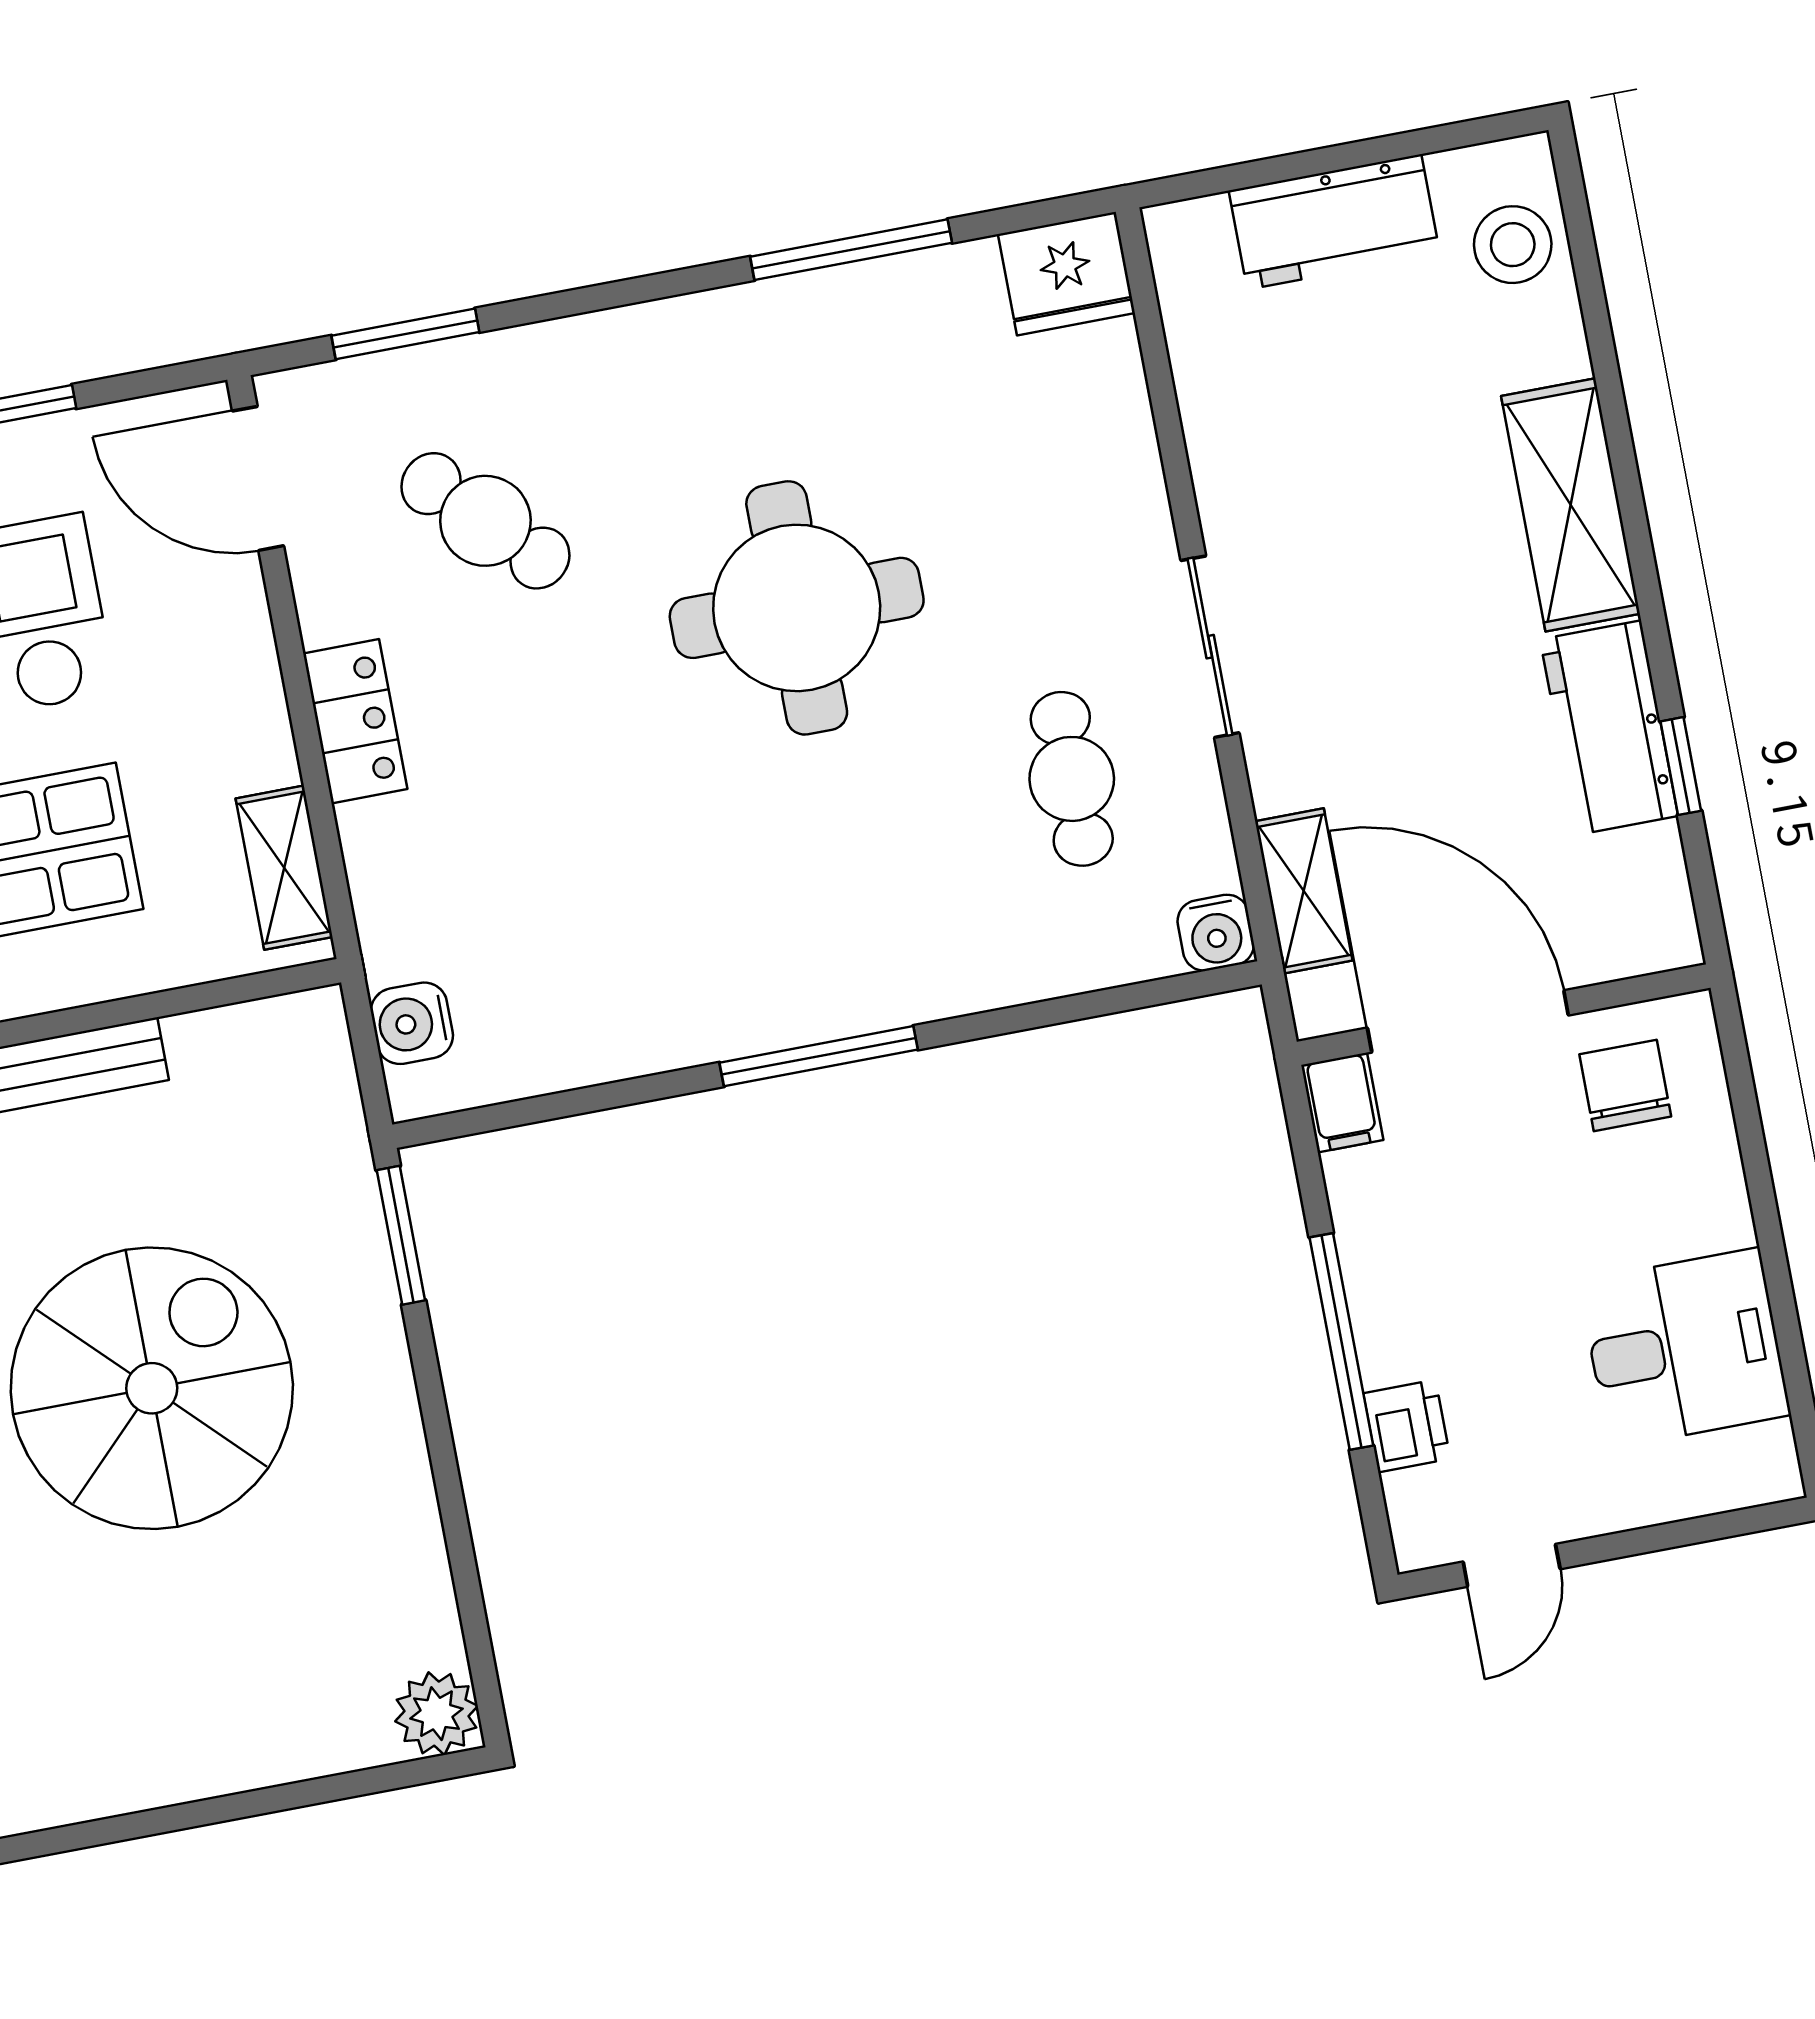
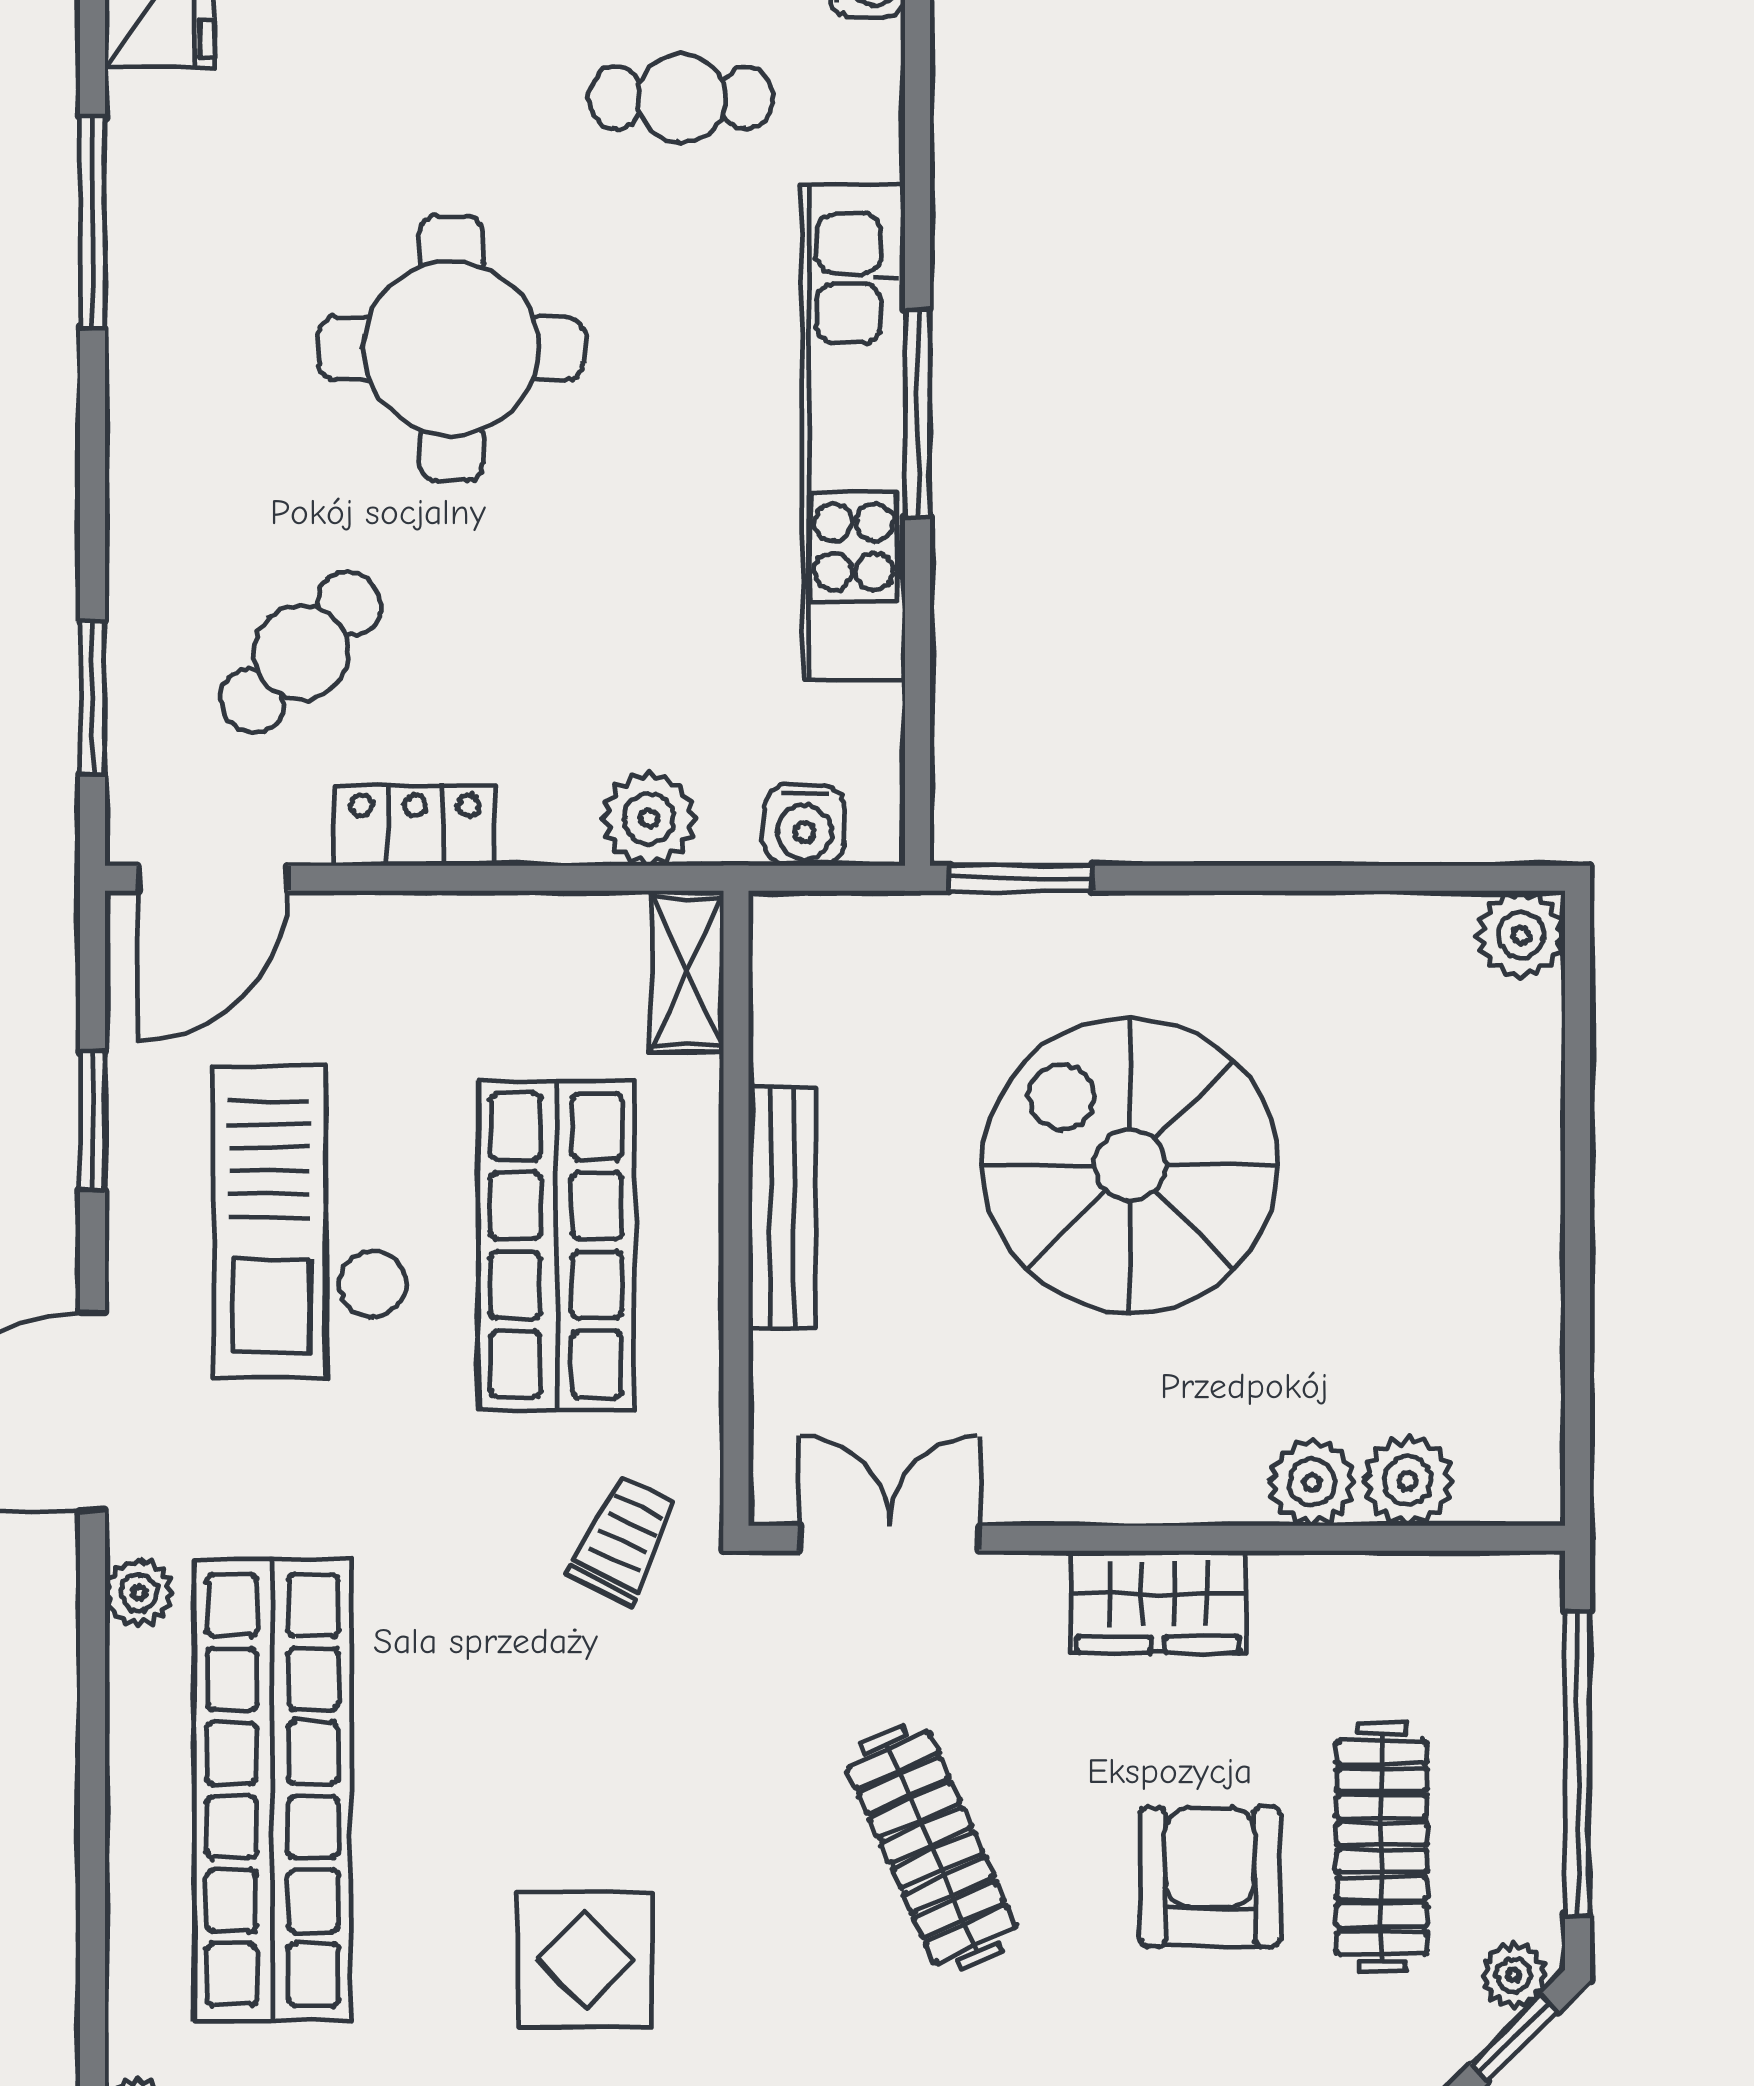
locker: (355, 721) -> (415, 825), moved
shelving: (284, 868) -> (687, 972), moved, turned 90
plant: (391, 876) -> (649, 818), added
kitchen unit: (789, 1000) -> (854, 433), added

